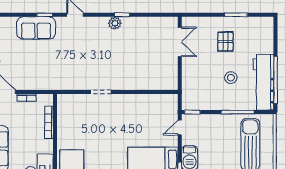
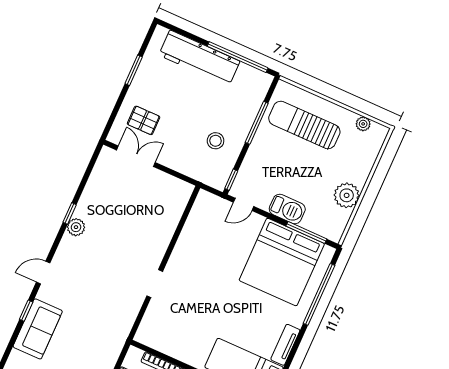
pallet: (225, 42) -> (144, 120), moved
stool: (231, 78) -> (216, 141), moved
workbench: (264, 82) -> (199, 58), moved
door: (180, 128) -> (244, 204), hinge flipped

